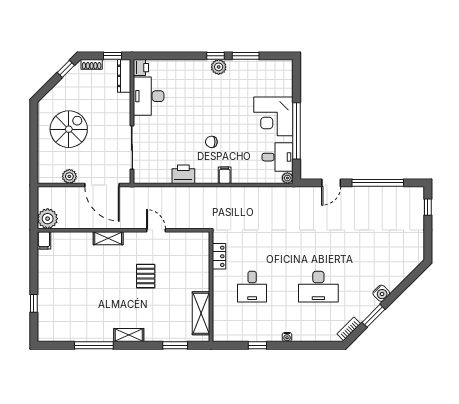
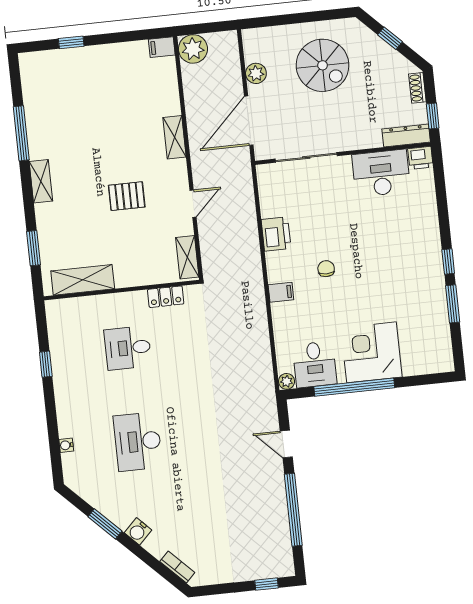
plant: (219, 67) -> (433, 268), removed
window: (66, 69) -> (390, 38), moved
shelving: (193, 238) -> (187, 257), added
bookcase: (349, 329) -> (177, 567), moved
water cooler: (287, 337) -> (66, 445), moved

